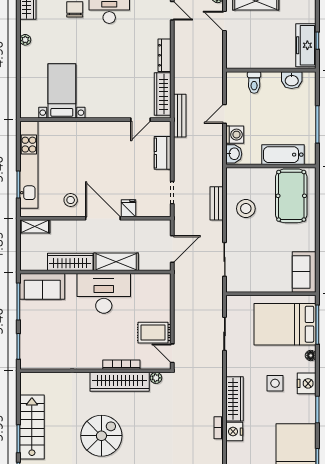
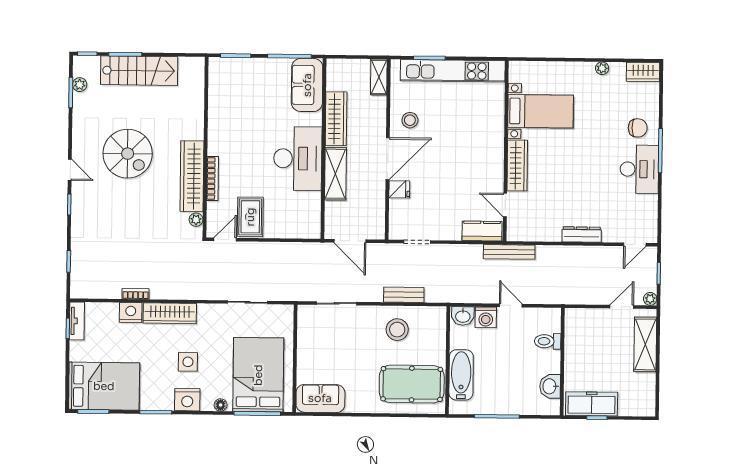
wardrobe: (163, 94) -> (517, 165), moved, turned 90
kitchen counter: (163, 153) -> (482, 231), moved

